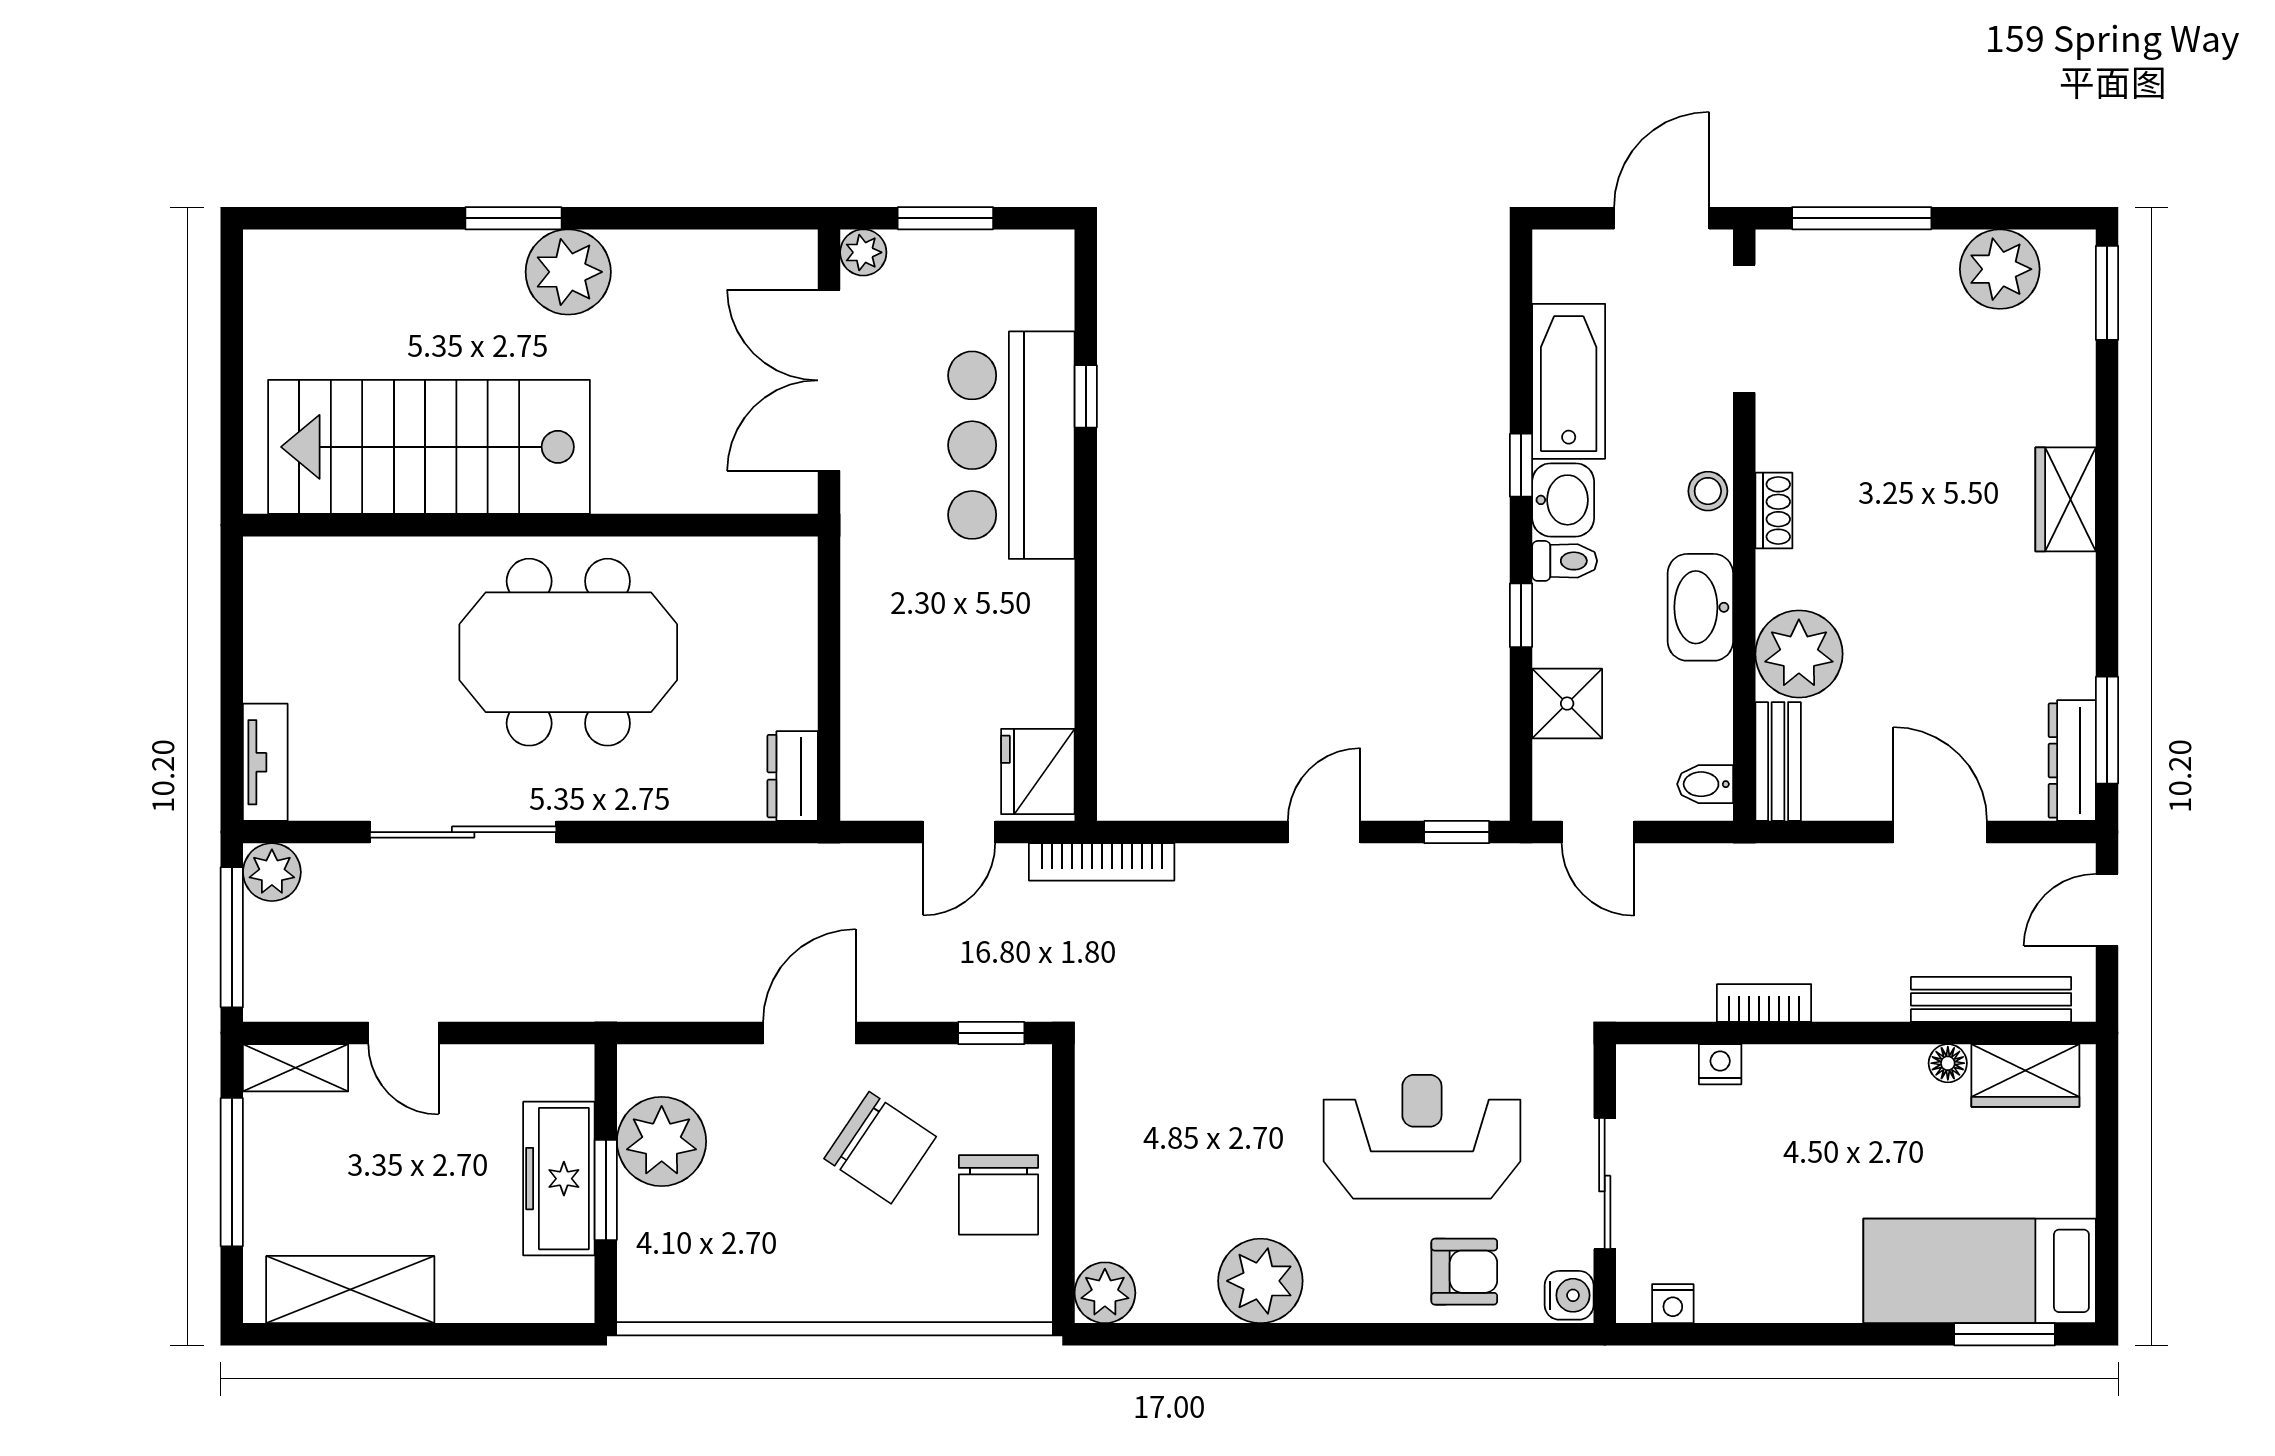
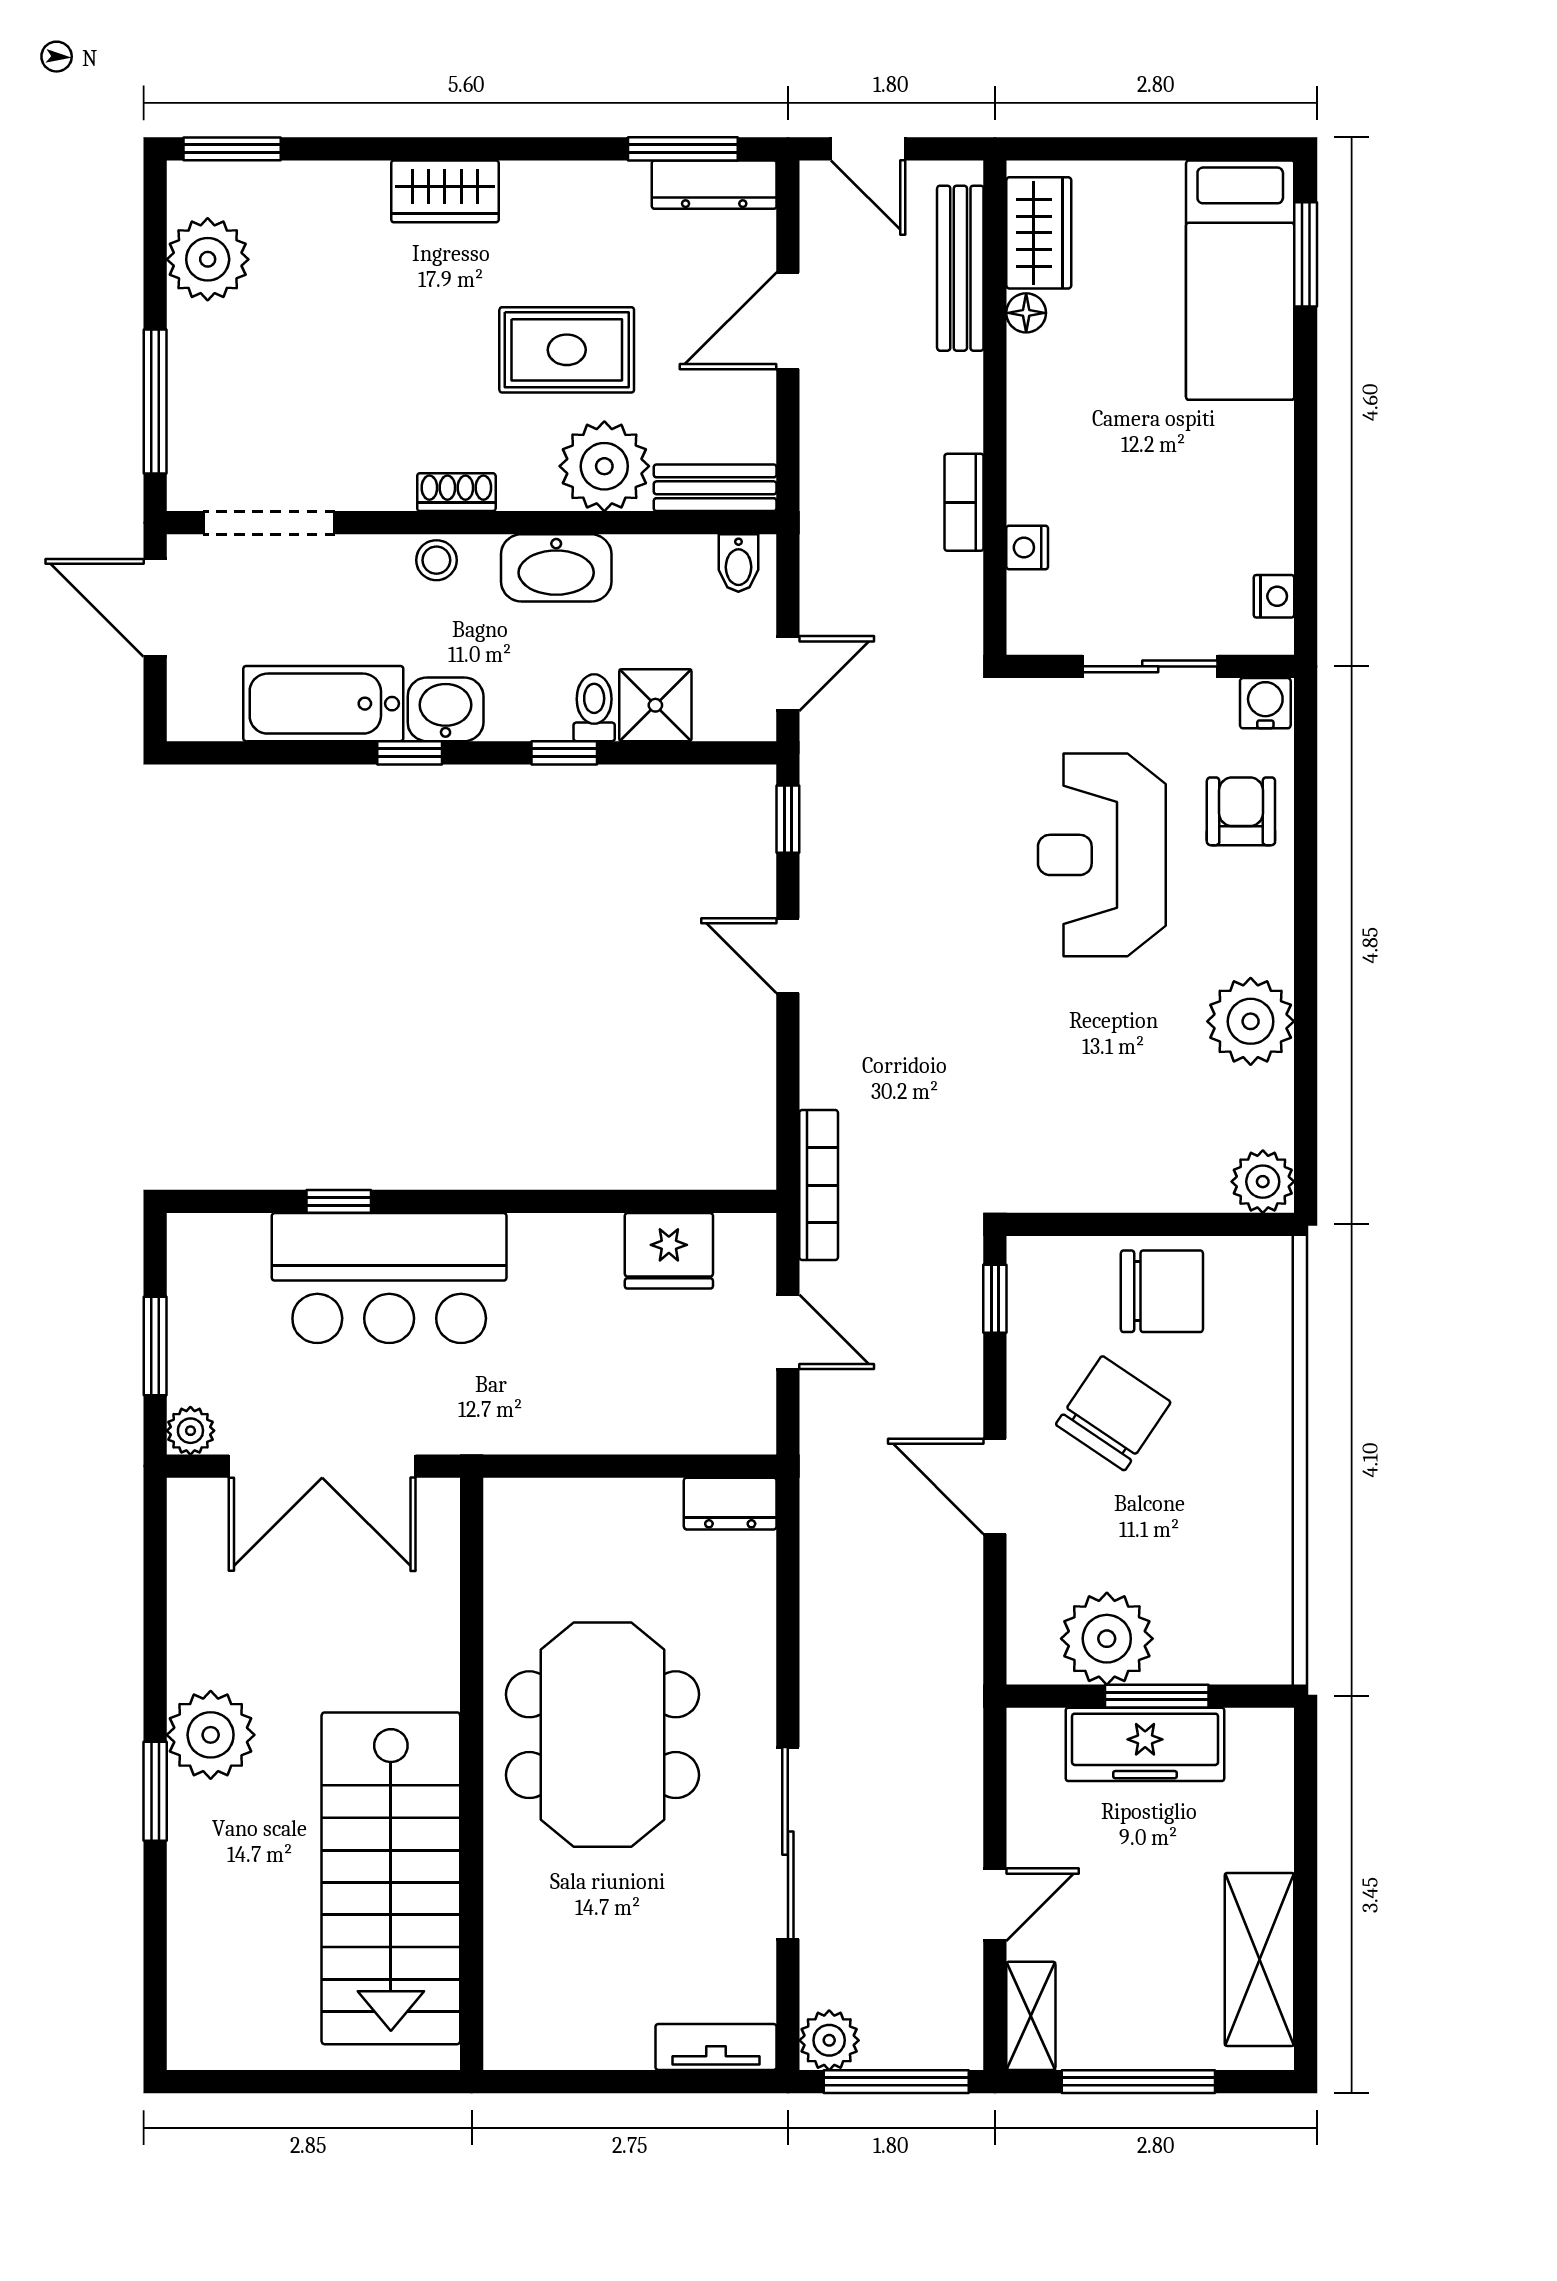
toilet: (1565, 561) -> (594, 708), moved
rug: (1912, 618) -> (567, 350), added
fridge: (1038, 771) -> (669, 1251), moved

